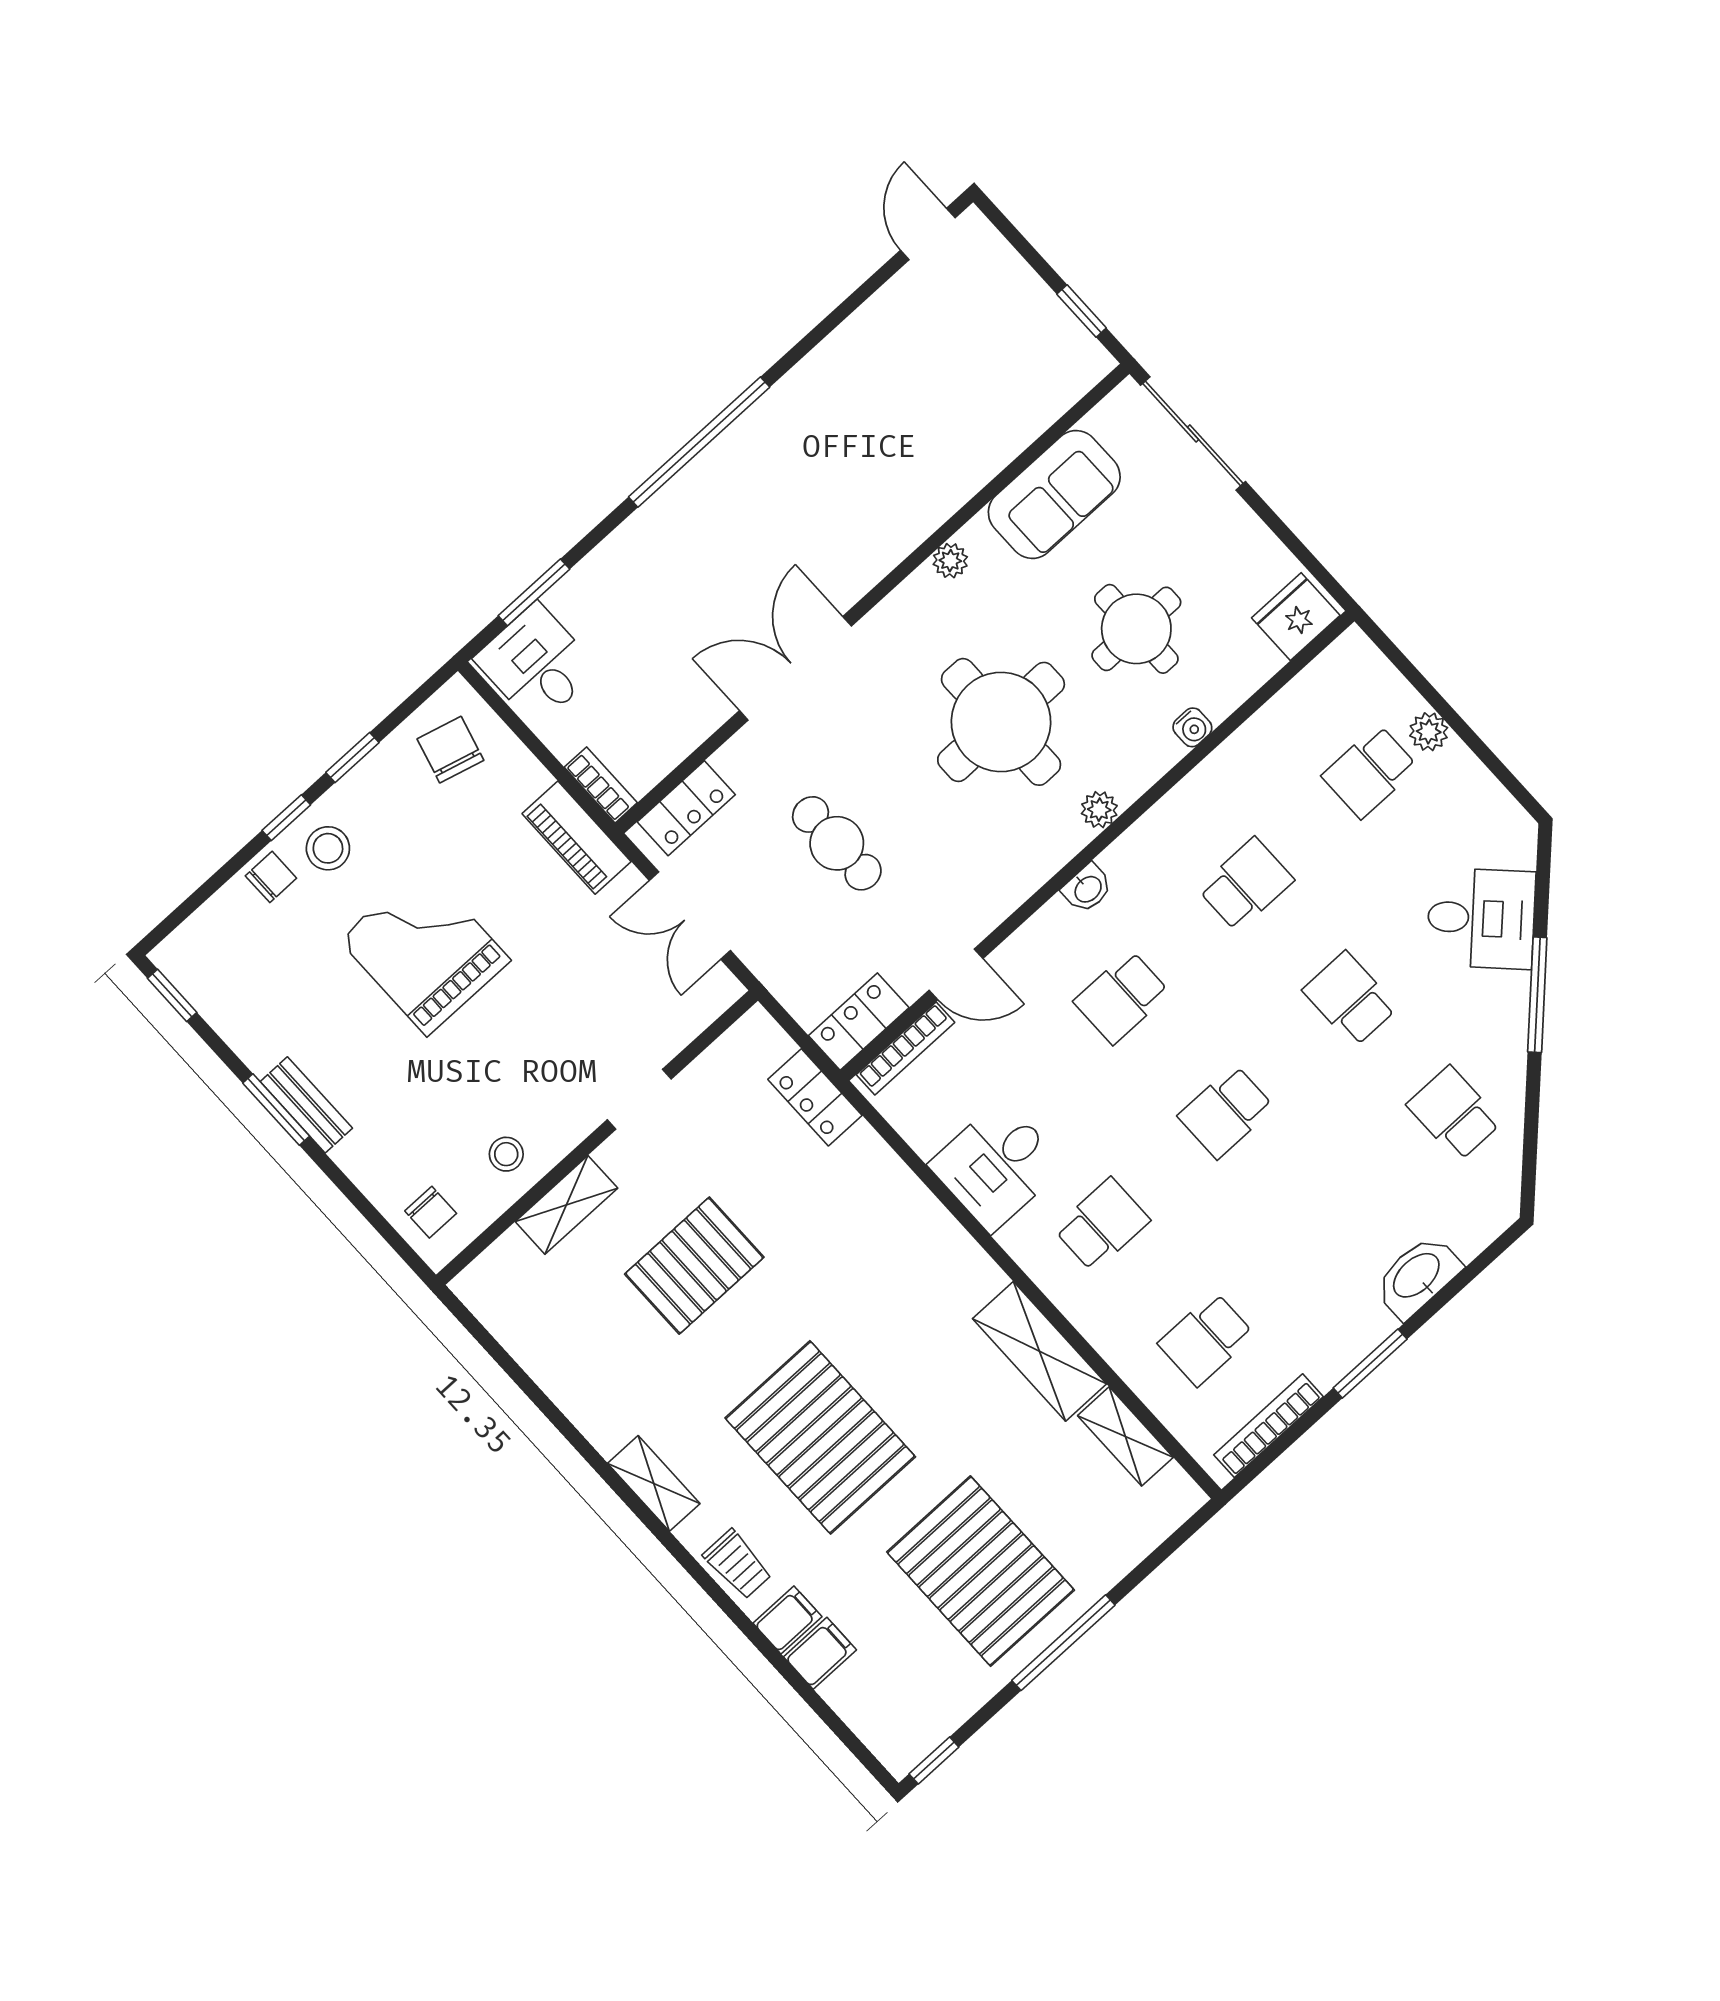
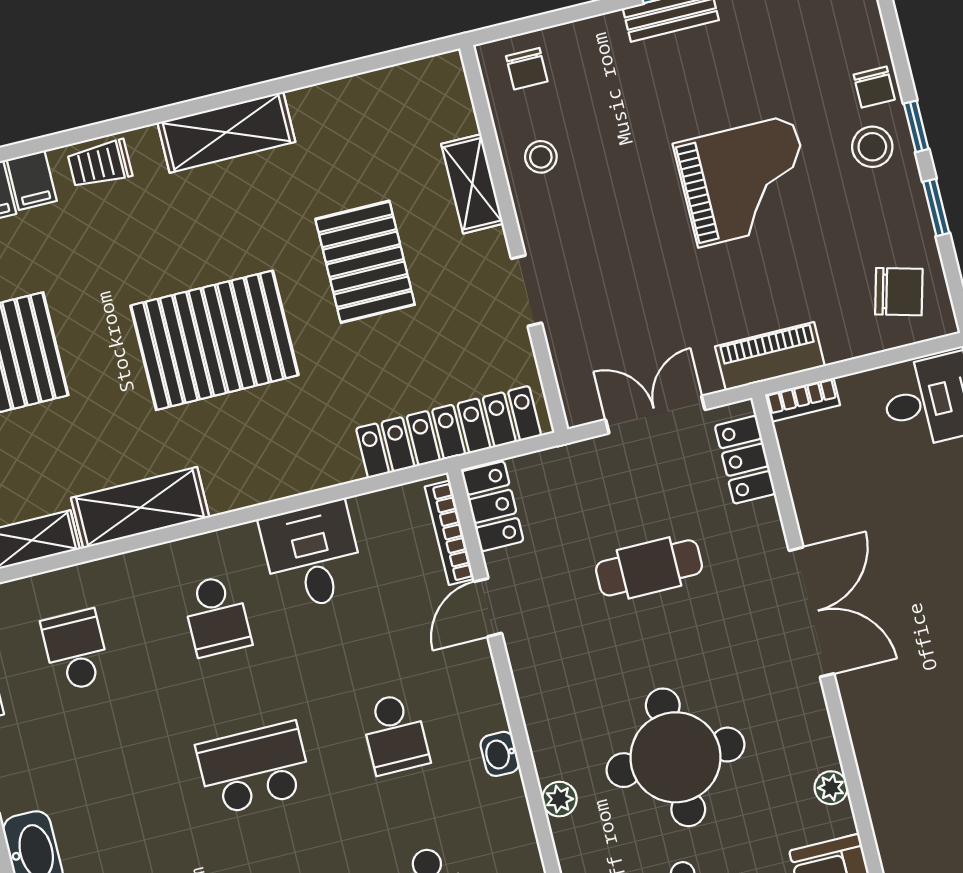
school desk: (1122, 997) -> (395, 734), turned 180
locker: (815, 1097) -> (449, 432), width x2.16, depth x1.21
school desk: (1226, 1112) -> (254, 768), width x1.85
chair: (431, 1212) -> (527, 69), turned -90
pallet: (820, 1437) -> (214, 340), moved
shelving: (654, 1483) -> (226, 132), width x1.50, depth x1.33

